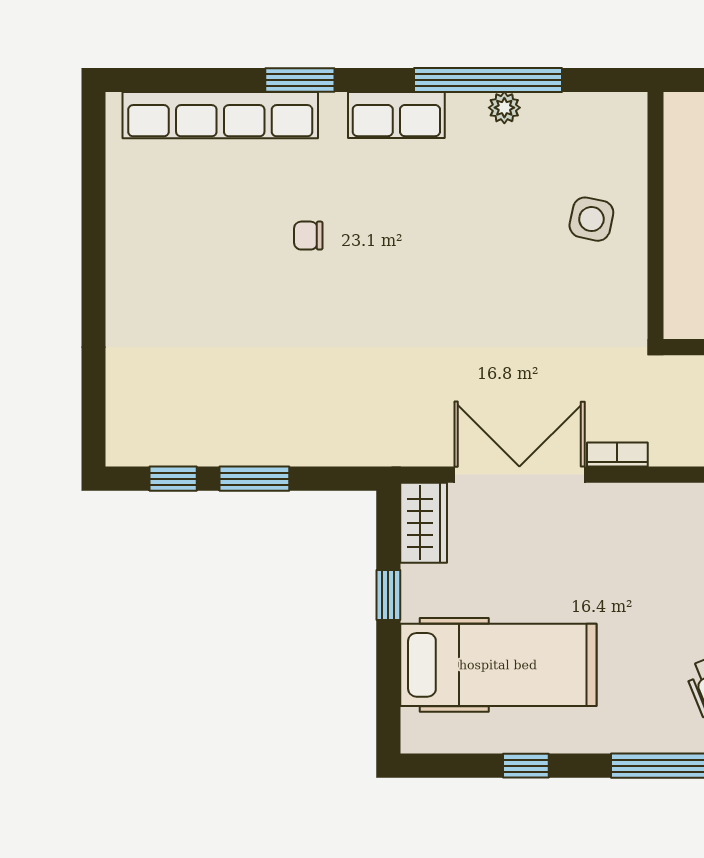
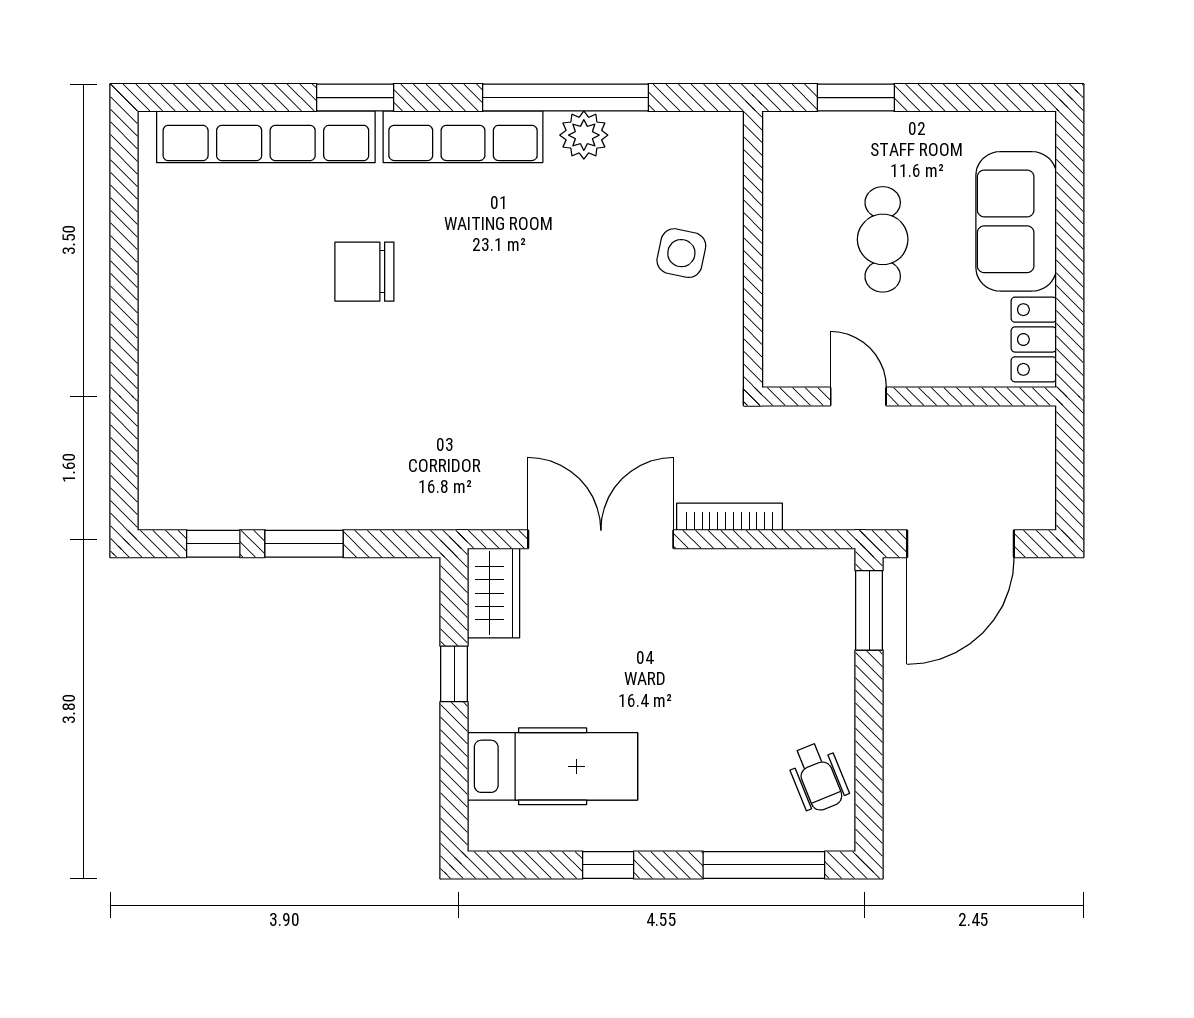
plant: (504, 108) -> (584, 135), width x1.38, depth x1.38
row of seats: (396, 115) -> (463, 137), width x1.48
chair: (308, 236) -> (364, 272), width x1.87, depth x1.87
bookcase: (617, 455) -> (729, 517), width x1.56
hospital bed: (498, 665) -> (553, 766), width x0.73, depth x0.78

